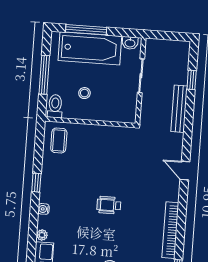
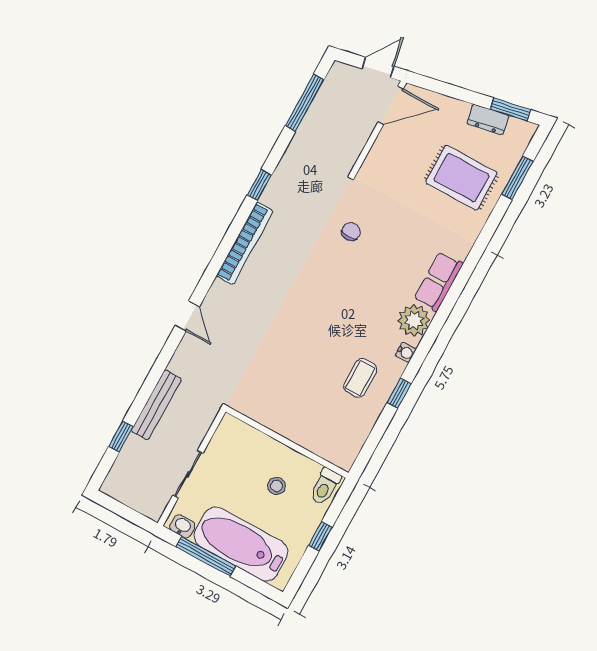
window: (86, 30) -> (206, 556), moved
window: (44, 75) -> (320, 536), width x0.46
coffee table: (59, 140) -> (360, 378), moved
wheelchair: (109, 205) -> (314, 317), removed
plant: (42, 235) -> (414, 320), width x1.88, depth x1.88

